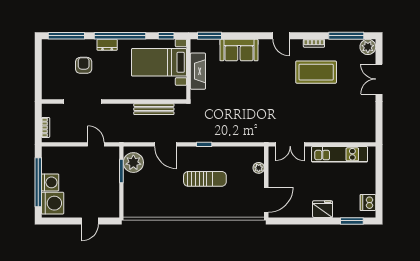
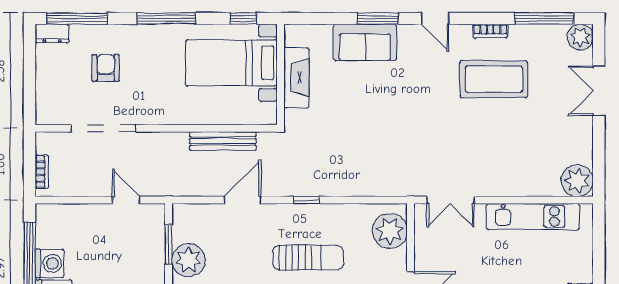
window: (120, 36) -> (166, 18), width x0.68
window: (209, 36) -> (378, 18), moved
dresser: (107, 45) -> (52, 34), moved
plant: (366, 133) -> (577, 181), added
door: (166, 144) -> (243, 200), swing flipped
plant: (133, 163) -> (189, 260), moved
plant: (259, 168) -> (390, 231), width x1.87, depth x1.87

